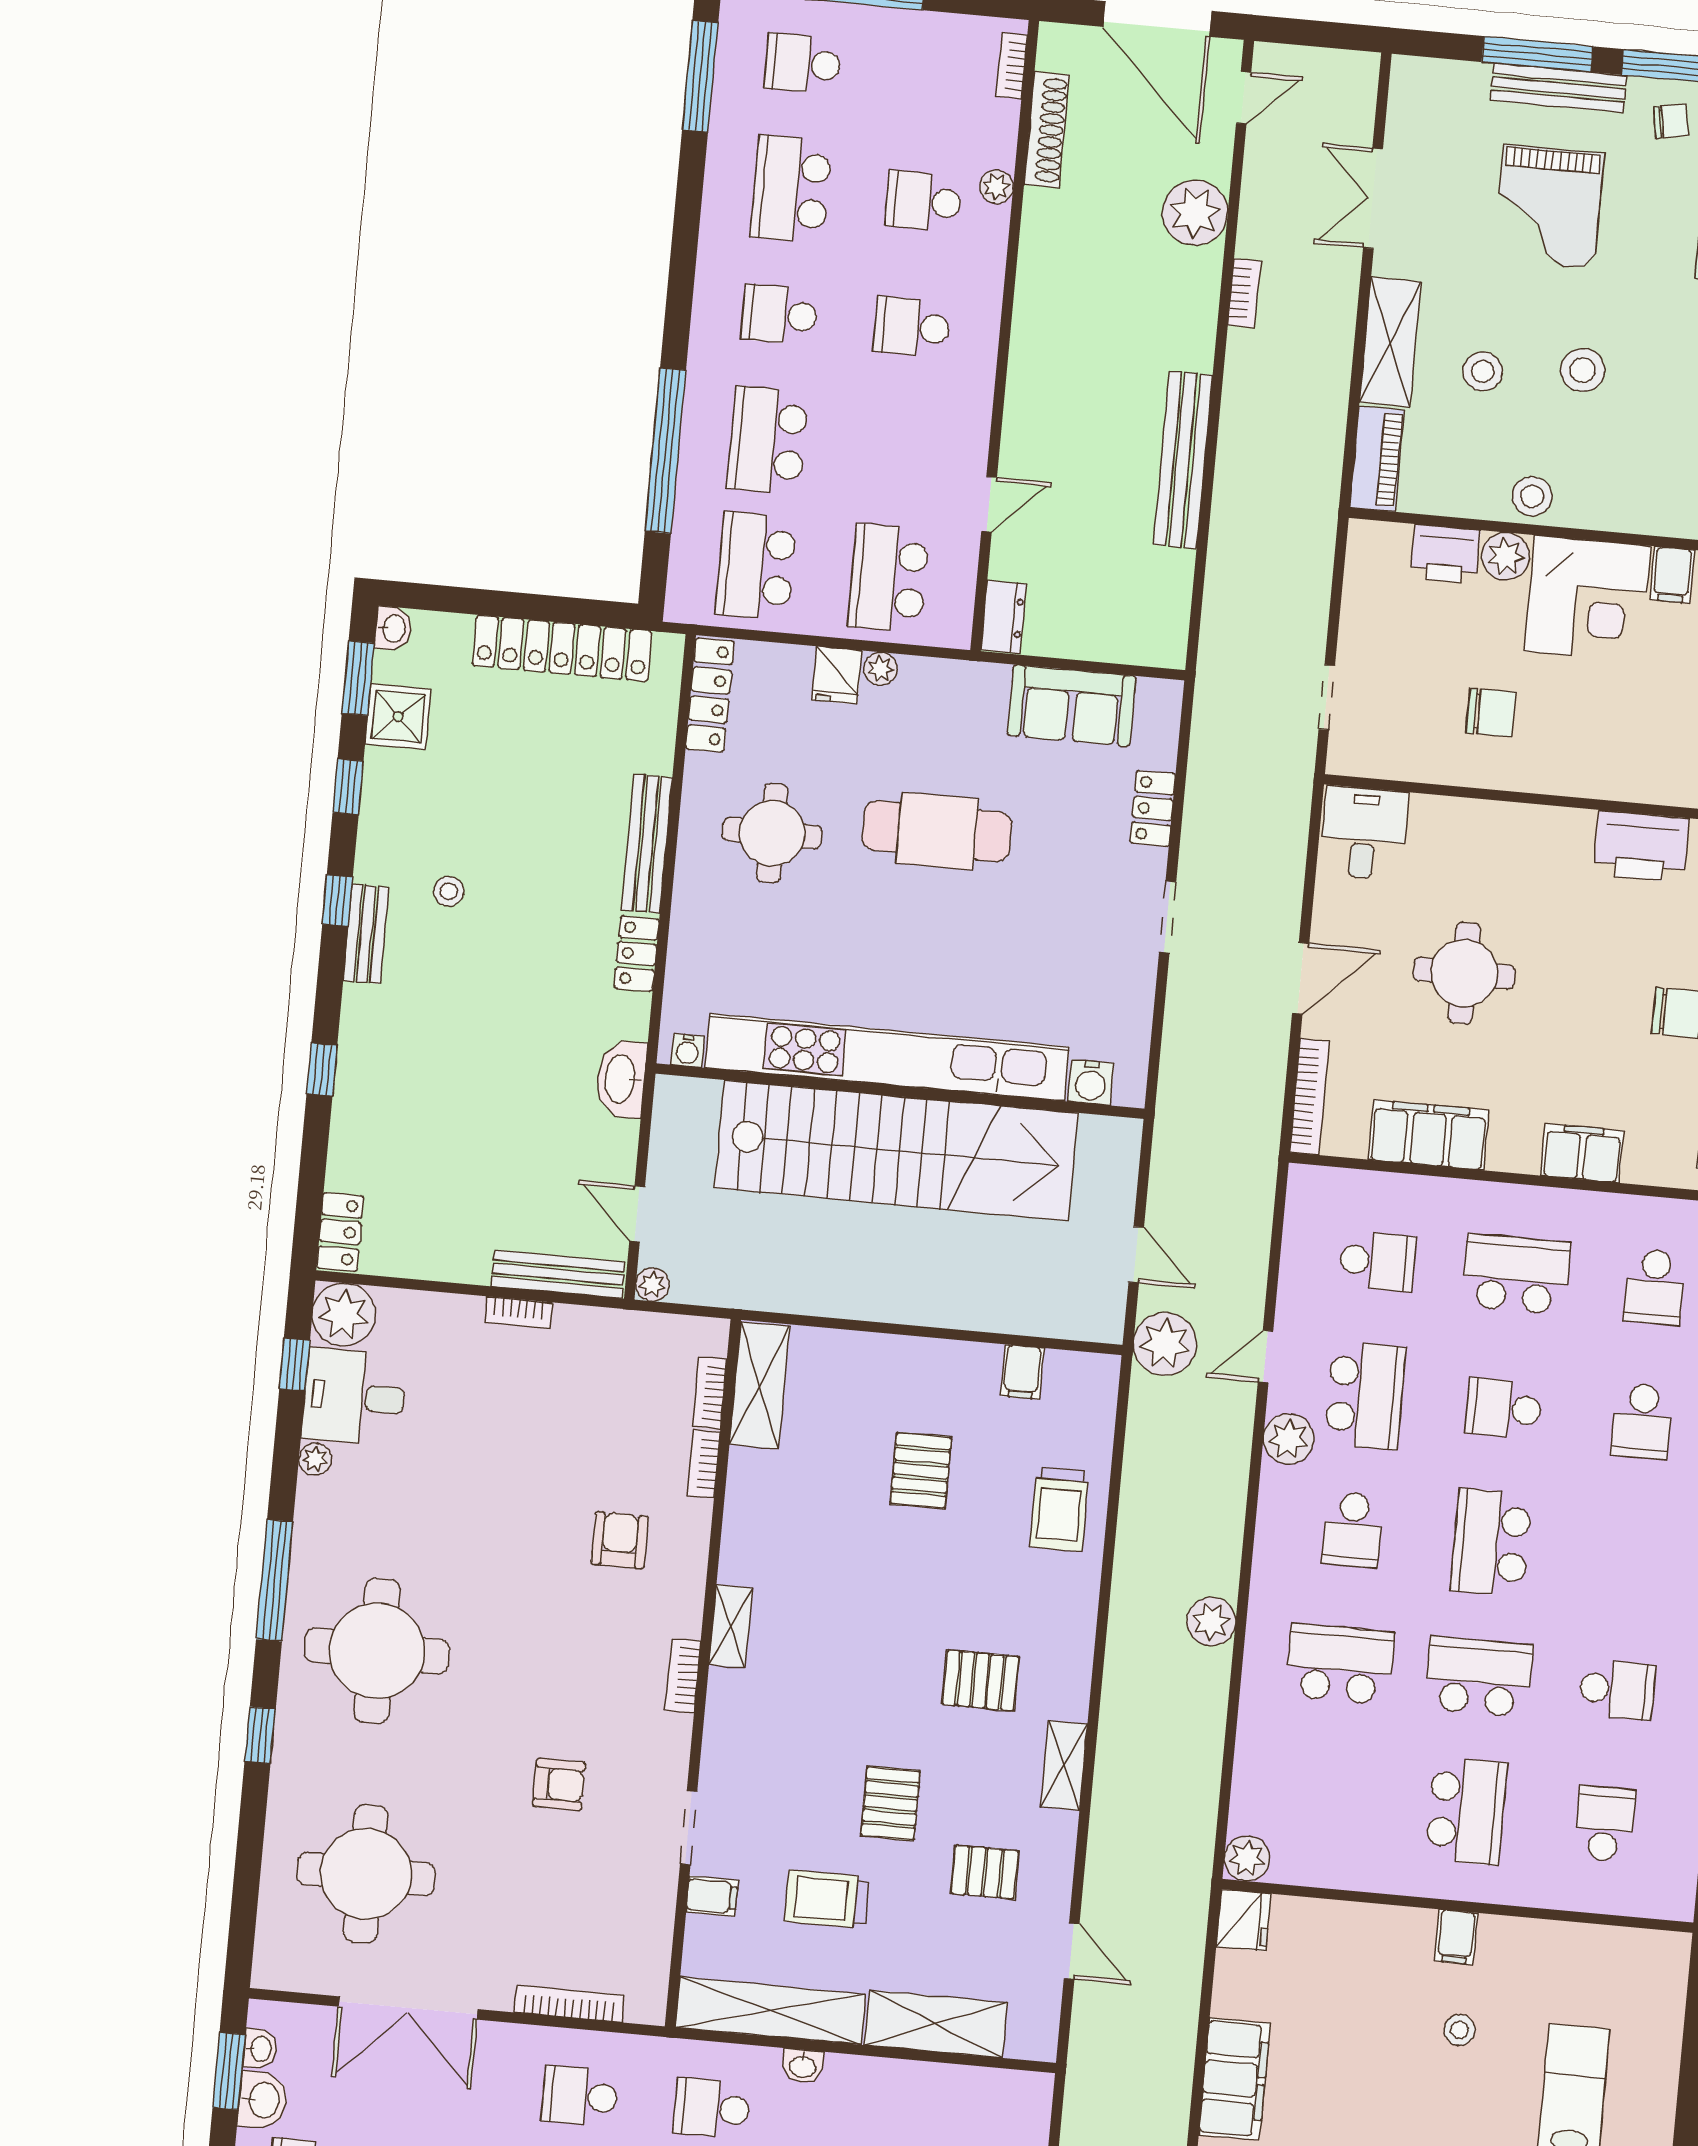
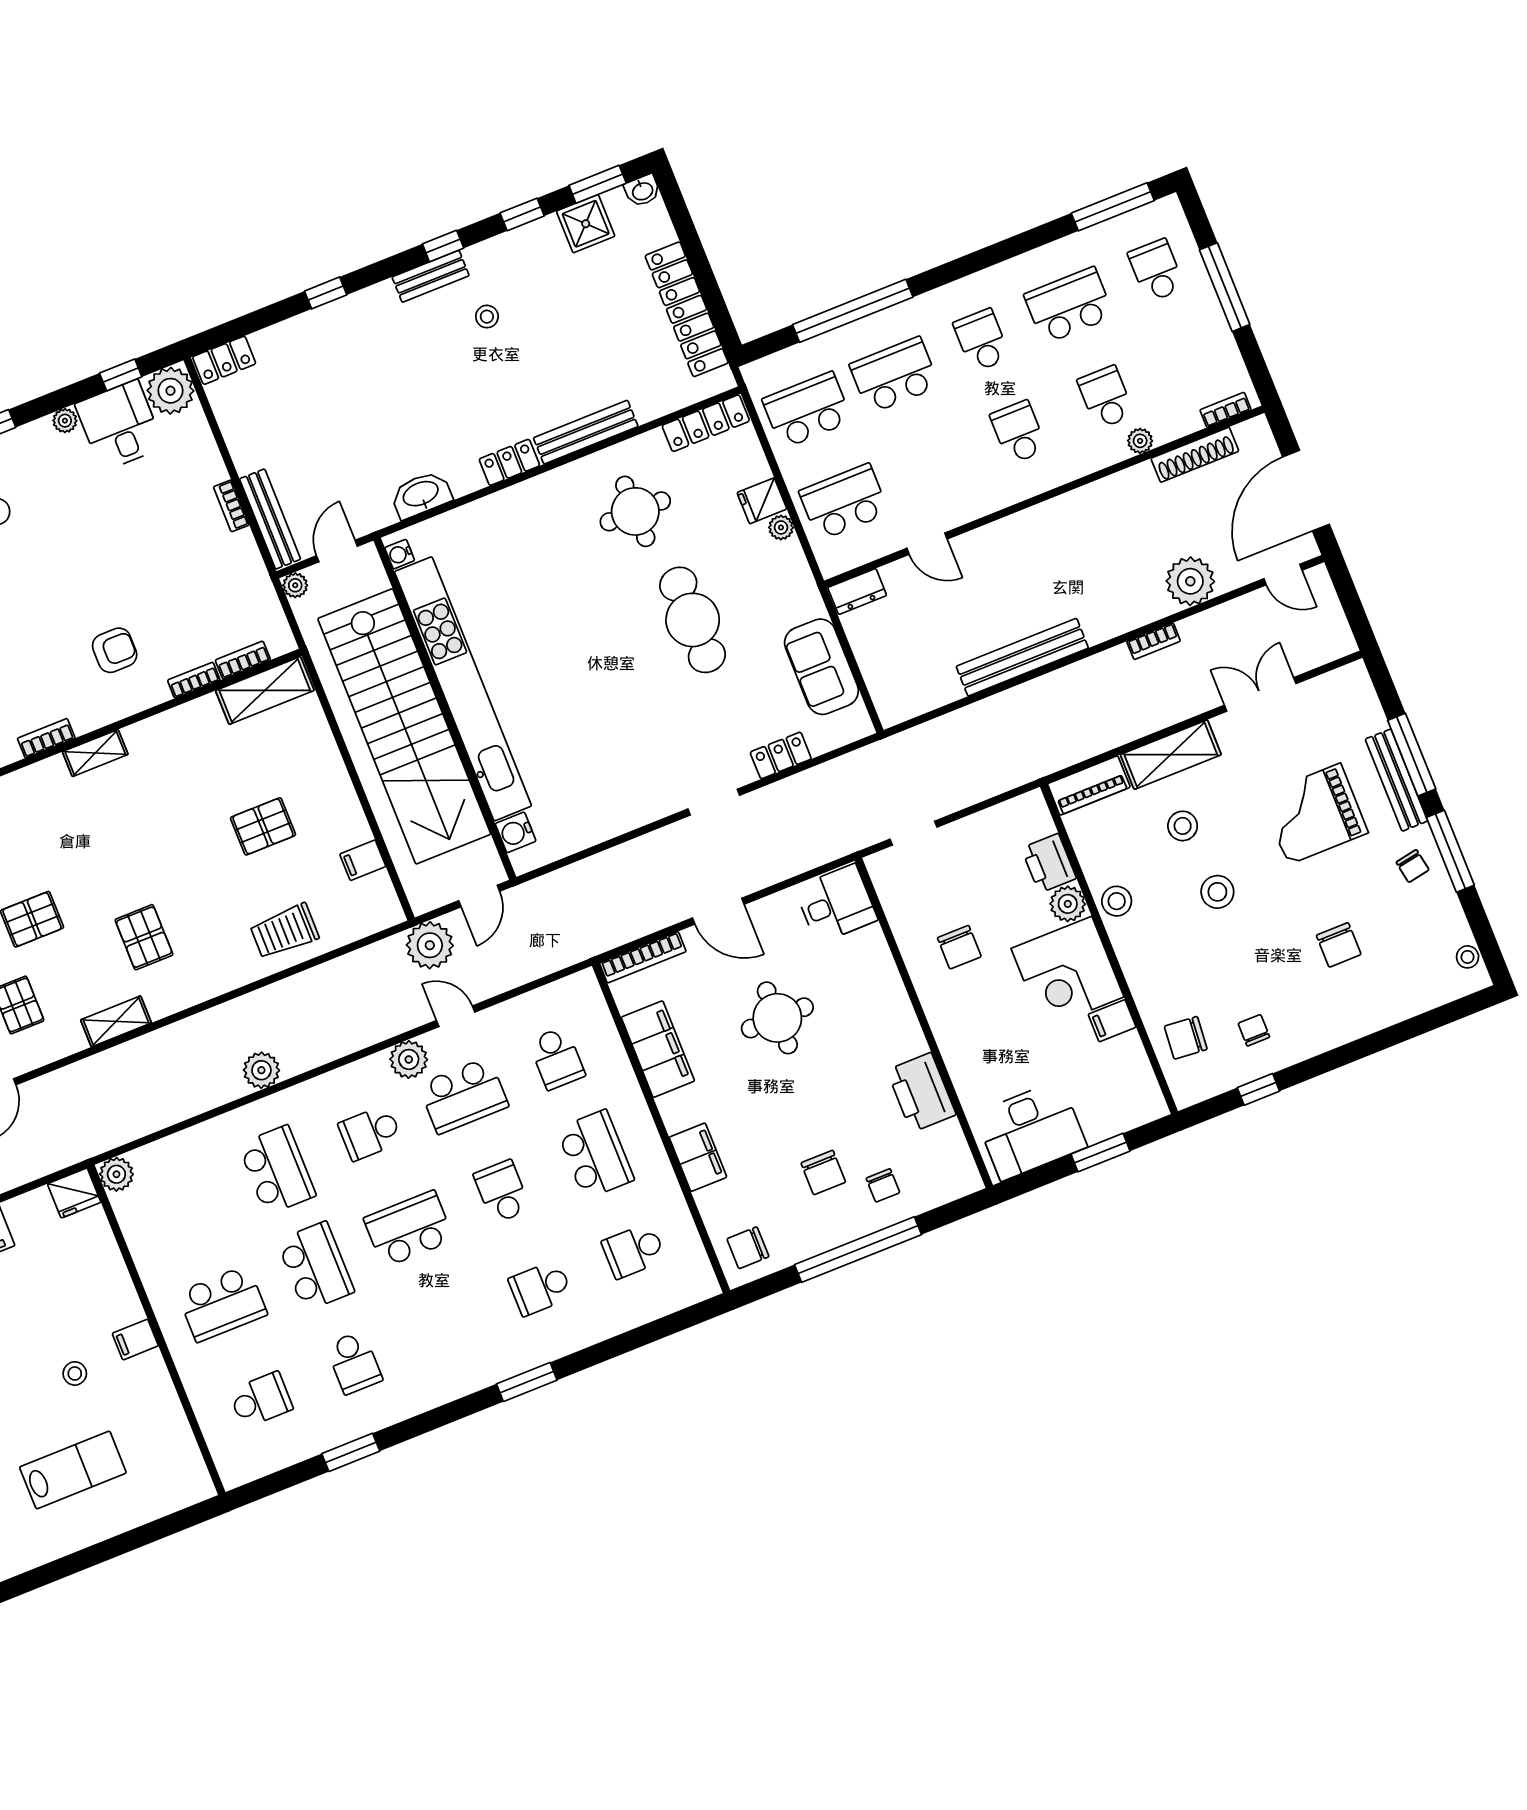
water cooler: (688, 1050) -> (400, 554), moved
kitchen unit: (887, 1057) -> (463, 689), moved
water cooler: (1091, 1082) -> (516, 832), moved
wall: (900, 1091) -> (445, 709), moved
stairs: (896, 1150) -> (404, 726), moved

